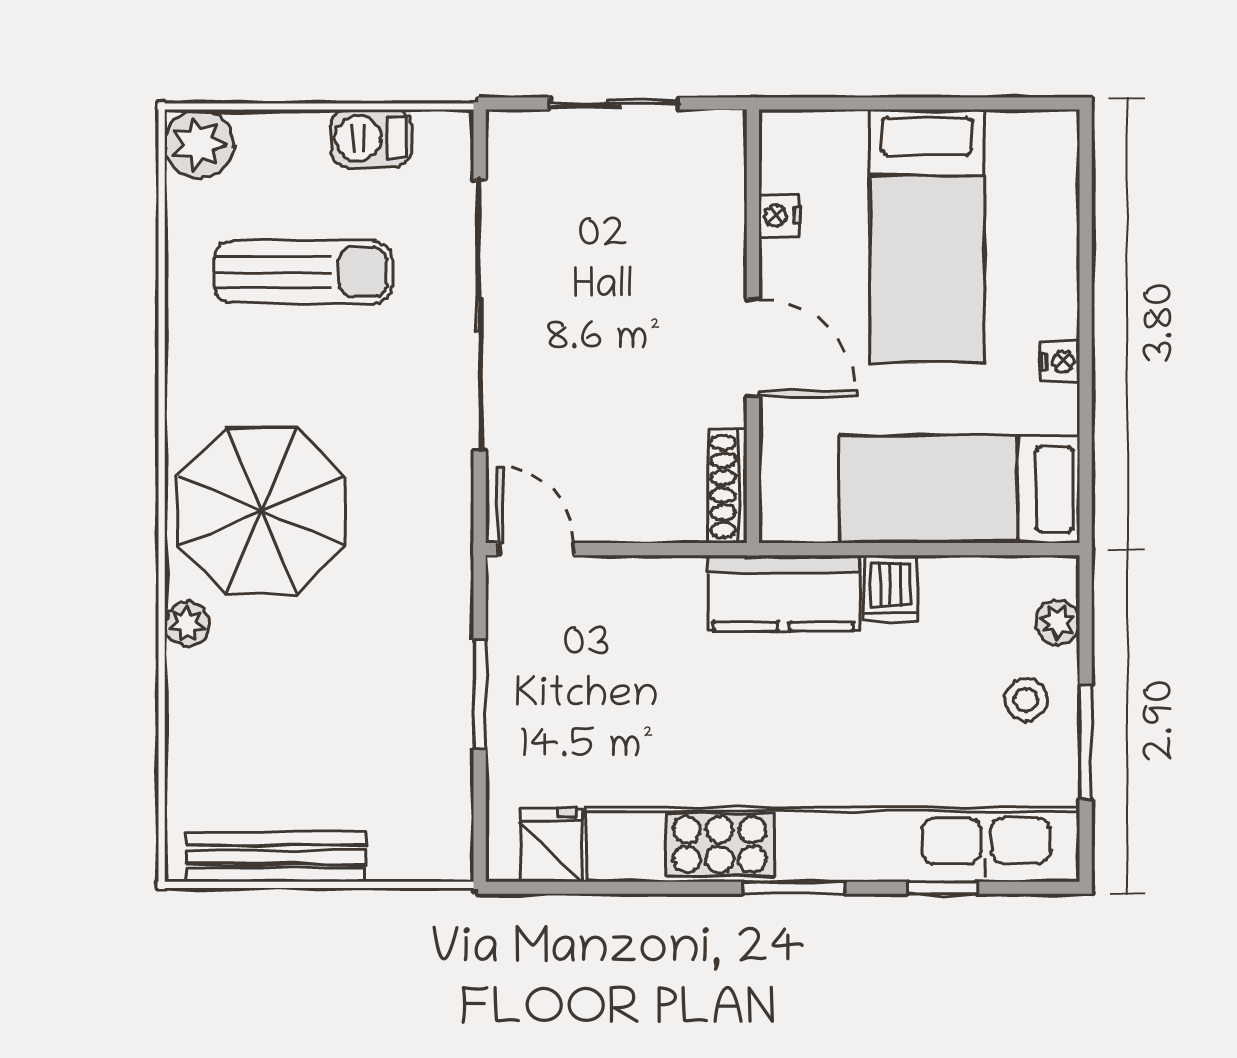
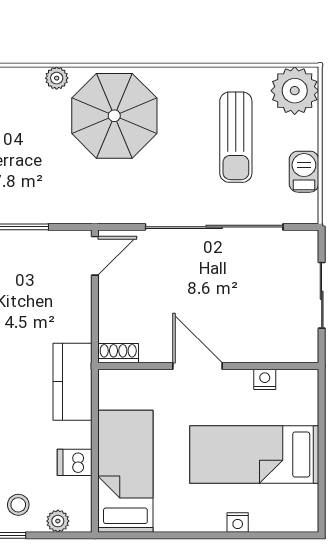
plant: (199, 144) -> (295, 91), width x1.36, depth x1.36
door: (753, 347) -> (198, 366), swing flipped
nightstand: (1060, 362) -> (238, 522), moved
shoe rack: (728, 486) -> (118, 353), width x0.70
dishwasher: (891, 589) -> (75, 462), moved

